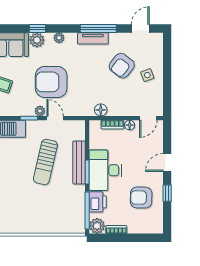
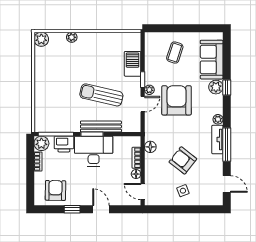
plant: (59, 38) -> (218, 119), moved
armchair: (122, 66) -> (183, 160), moved
armchair: (141, 198) -> (55, 190), moved

